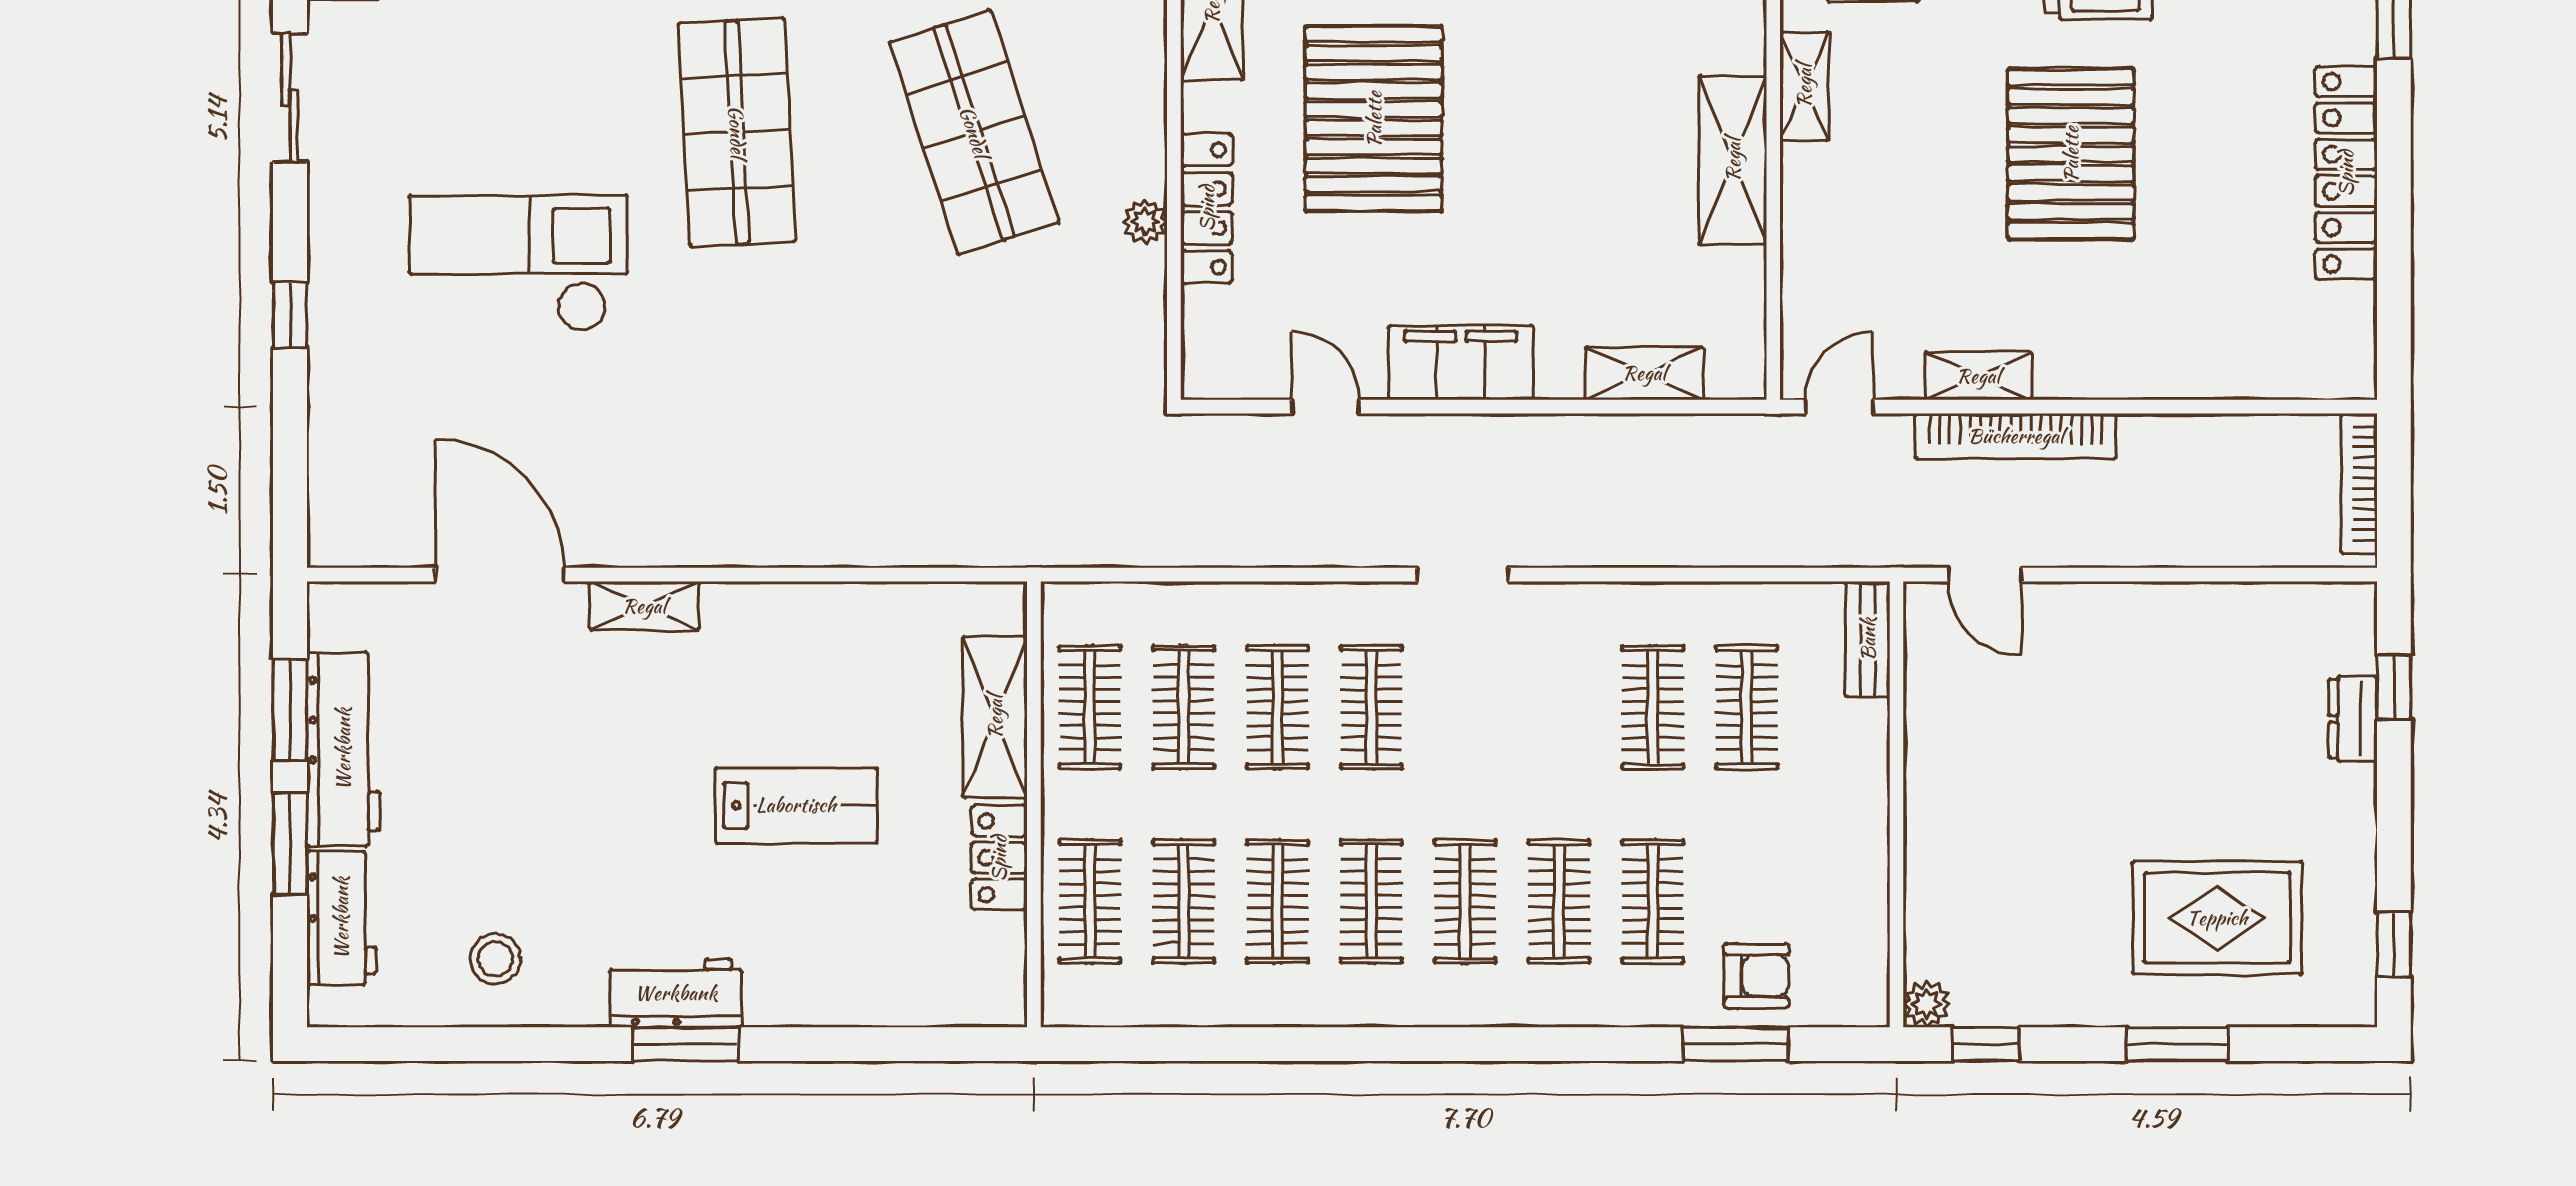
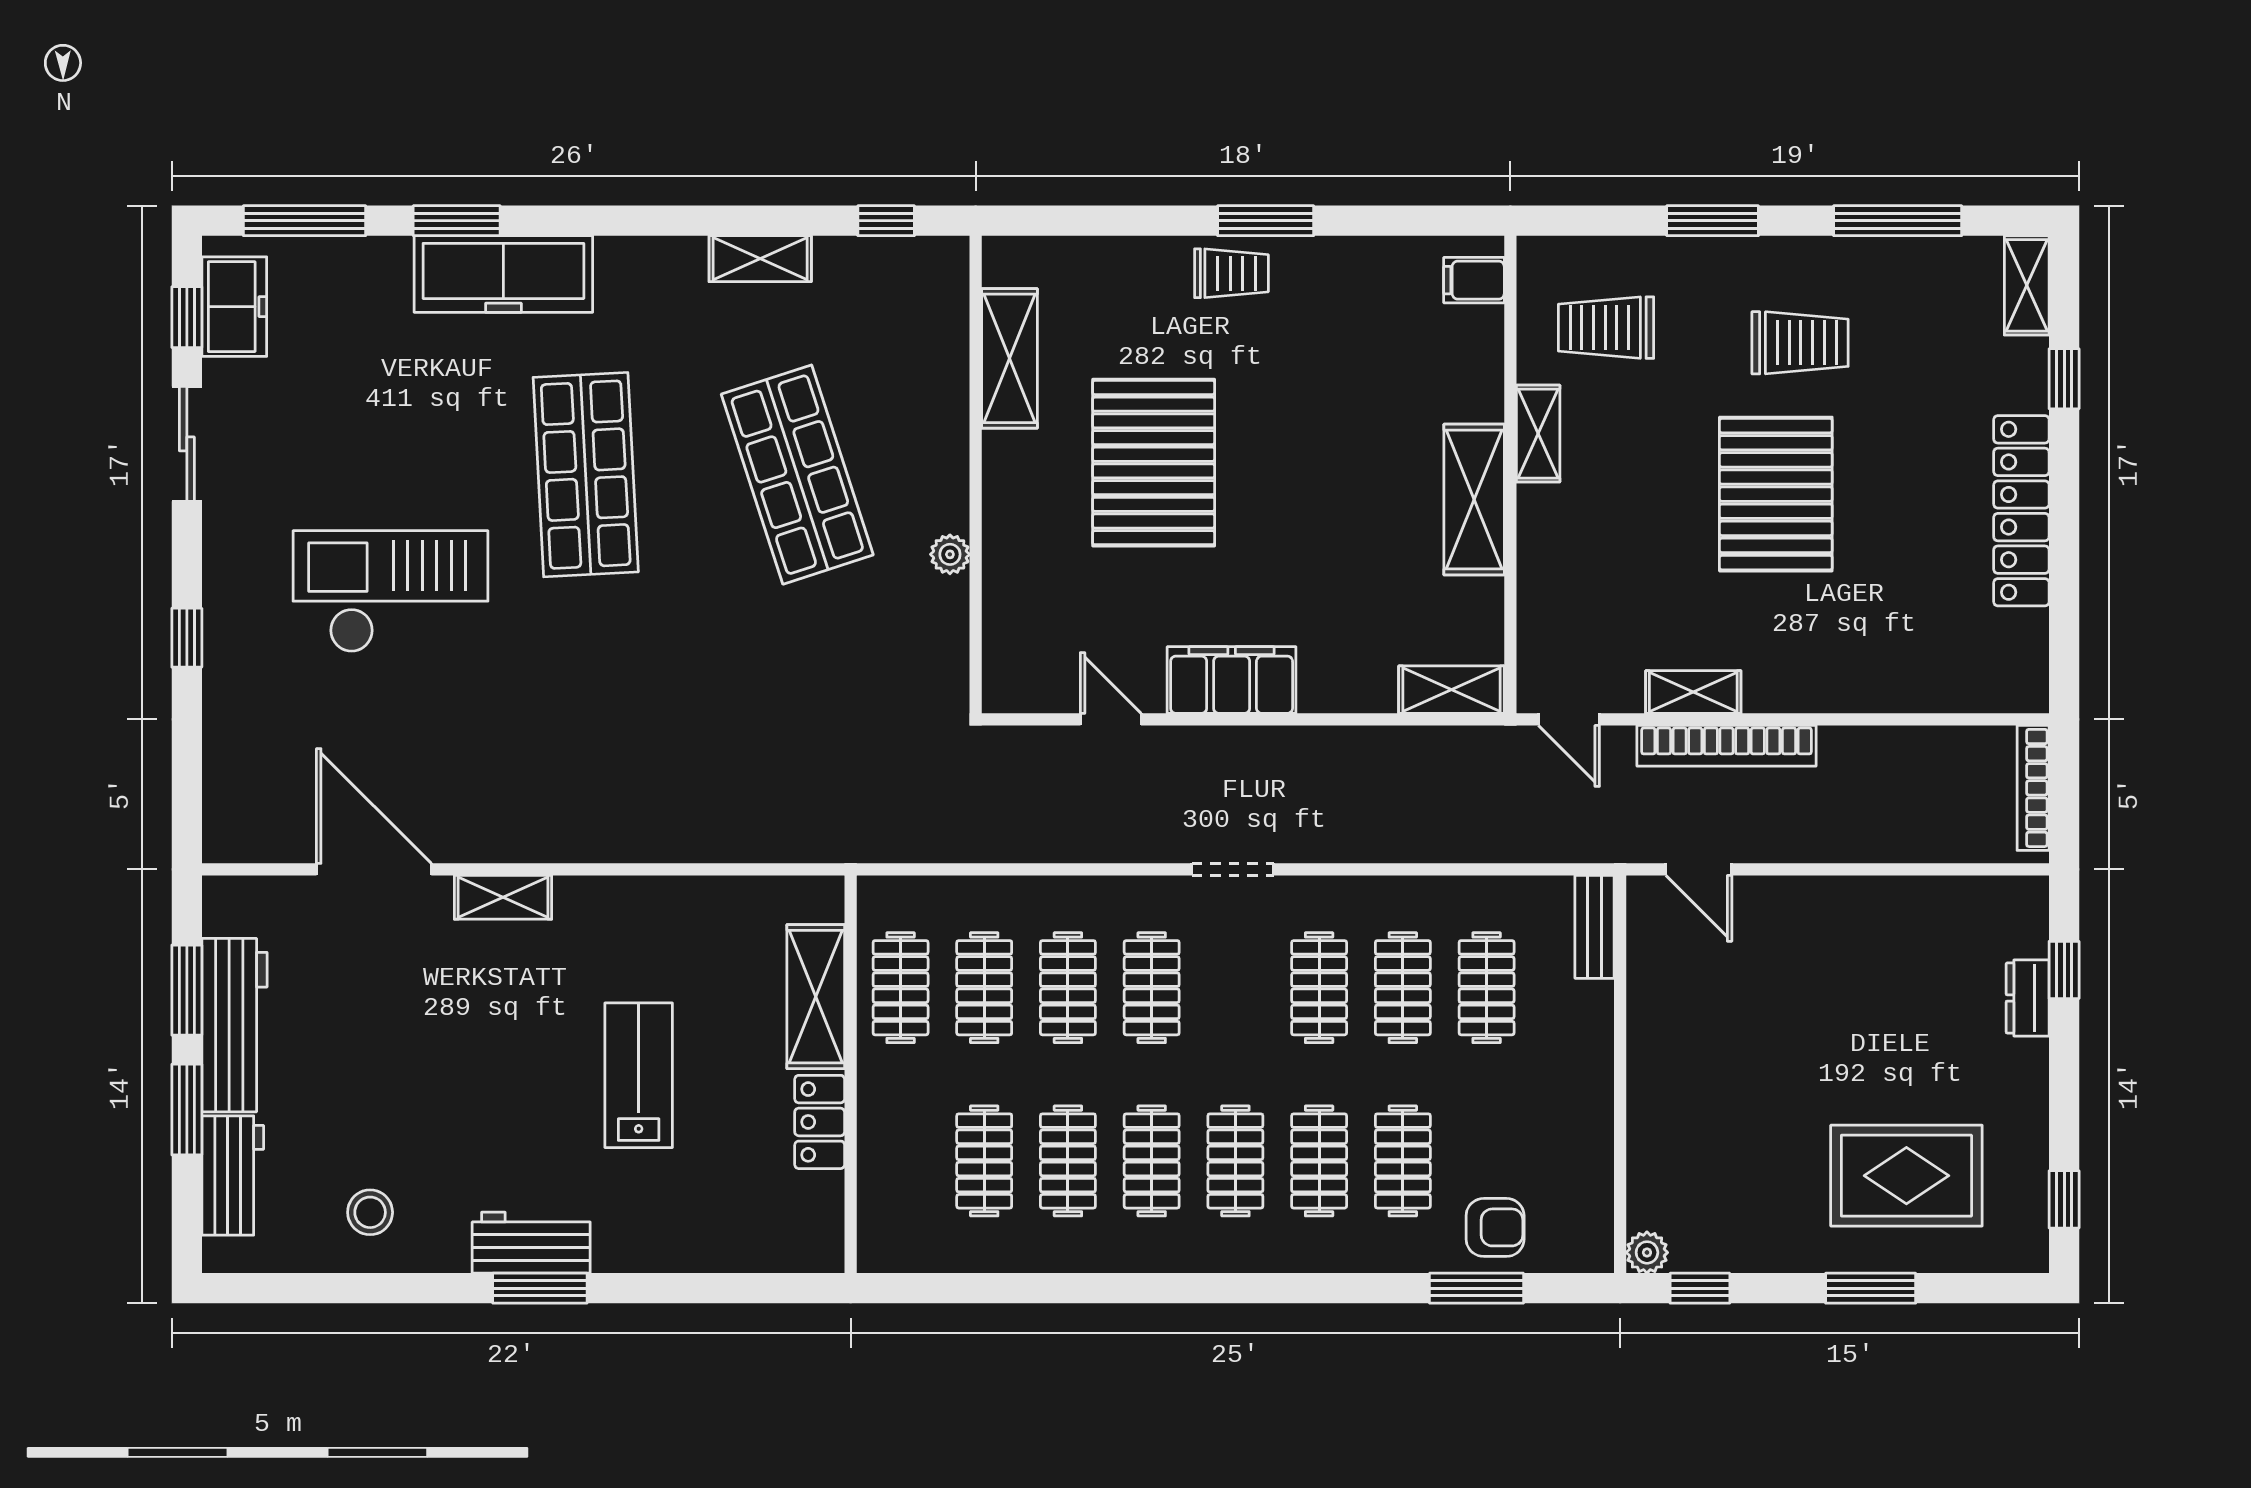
locker: (1207, 208) -> (1005, 543), removed
shelving: (1644, 373) -> (1451, 690), moved
door: (1839, 407) -> (1569, 719), swing flipped
lab bench: (796, 805) -> (639, 1075), turned -90
clothes rail: (1090, 901) -> (1319, 988), moved

